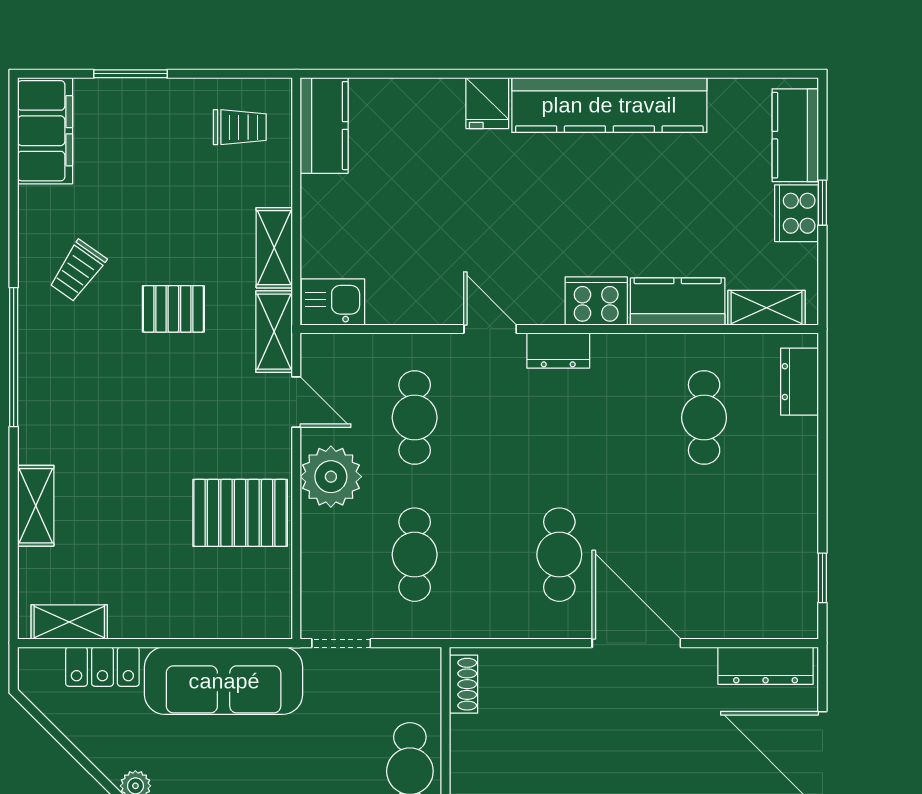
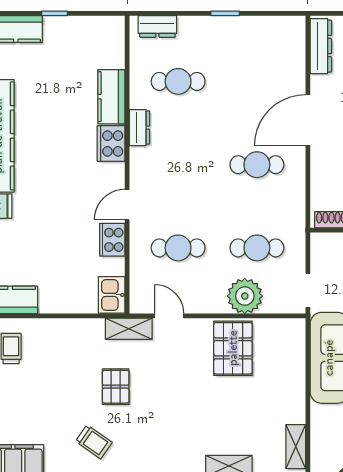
cooker: (797, 213) -> (112, 240), moved, turned 90
shelving: (274, 248) -> (80, 329), removed
shelving: (766, 308) -> (115, 46), removed
dresser: (558, 351) -> (140, 128), moved
door: (296, 402) -> (169, 316), hinge flipped
plant: (331, 477) -> (245, 296), moved
window: (822, 578) -> (225, 13), moved
locker: (102, 667) -> (321, 427), removed

